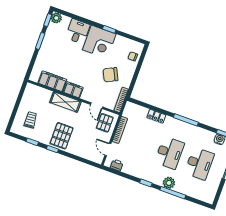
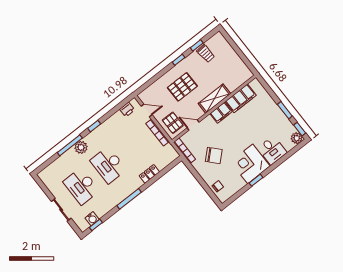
chair: (110, 75) -> (214, 155), turned 73
trolley: (31, 120) -> (206, 53), moved
pallet: (62, 136) -> (182, 87), moved, turned 90

